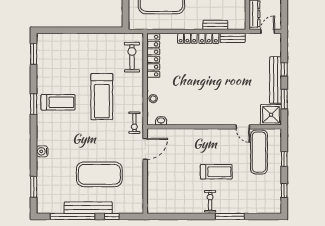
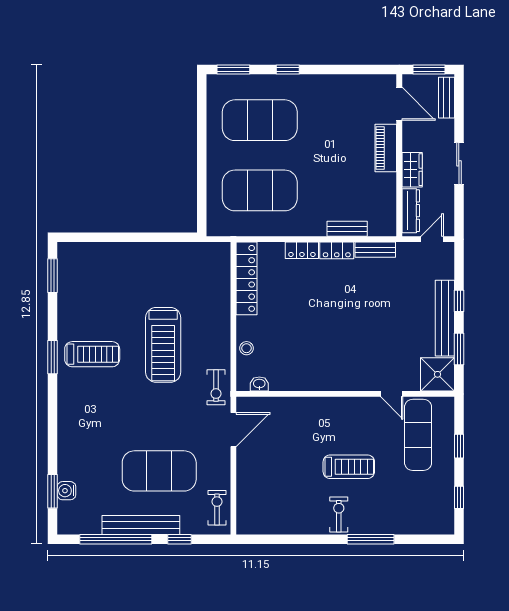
exercise bike: (132, 57) -> (217, 508), moved, width x0.73, depth x0.72
water cooler: (42, 151) -> (66, 491), moved

